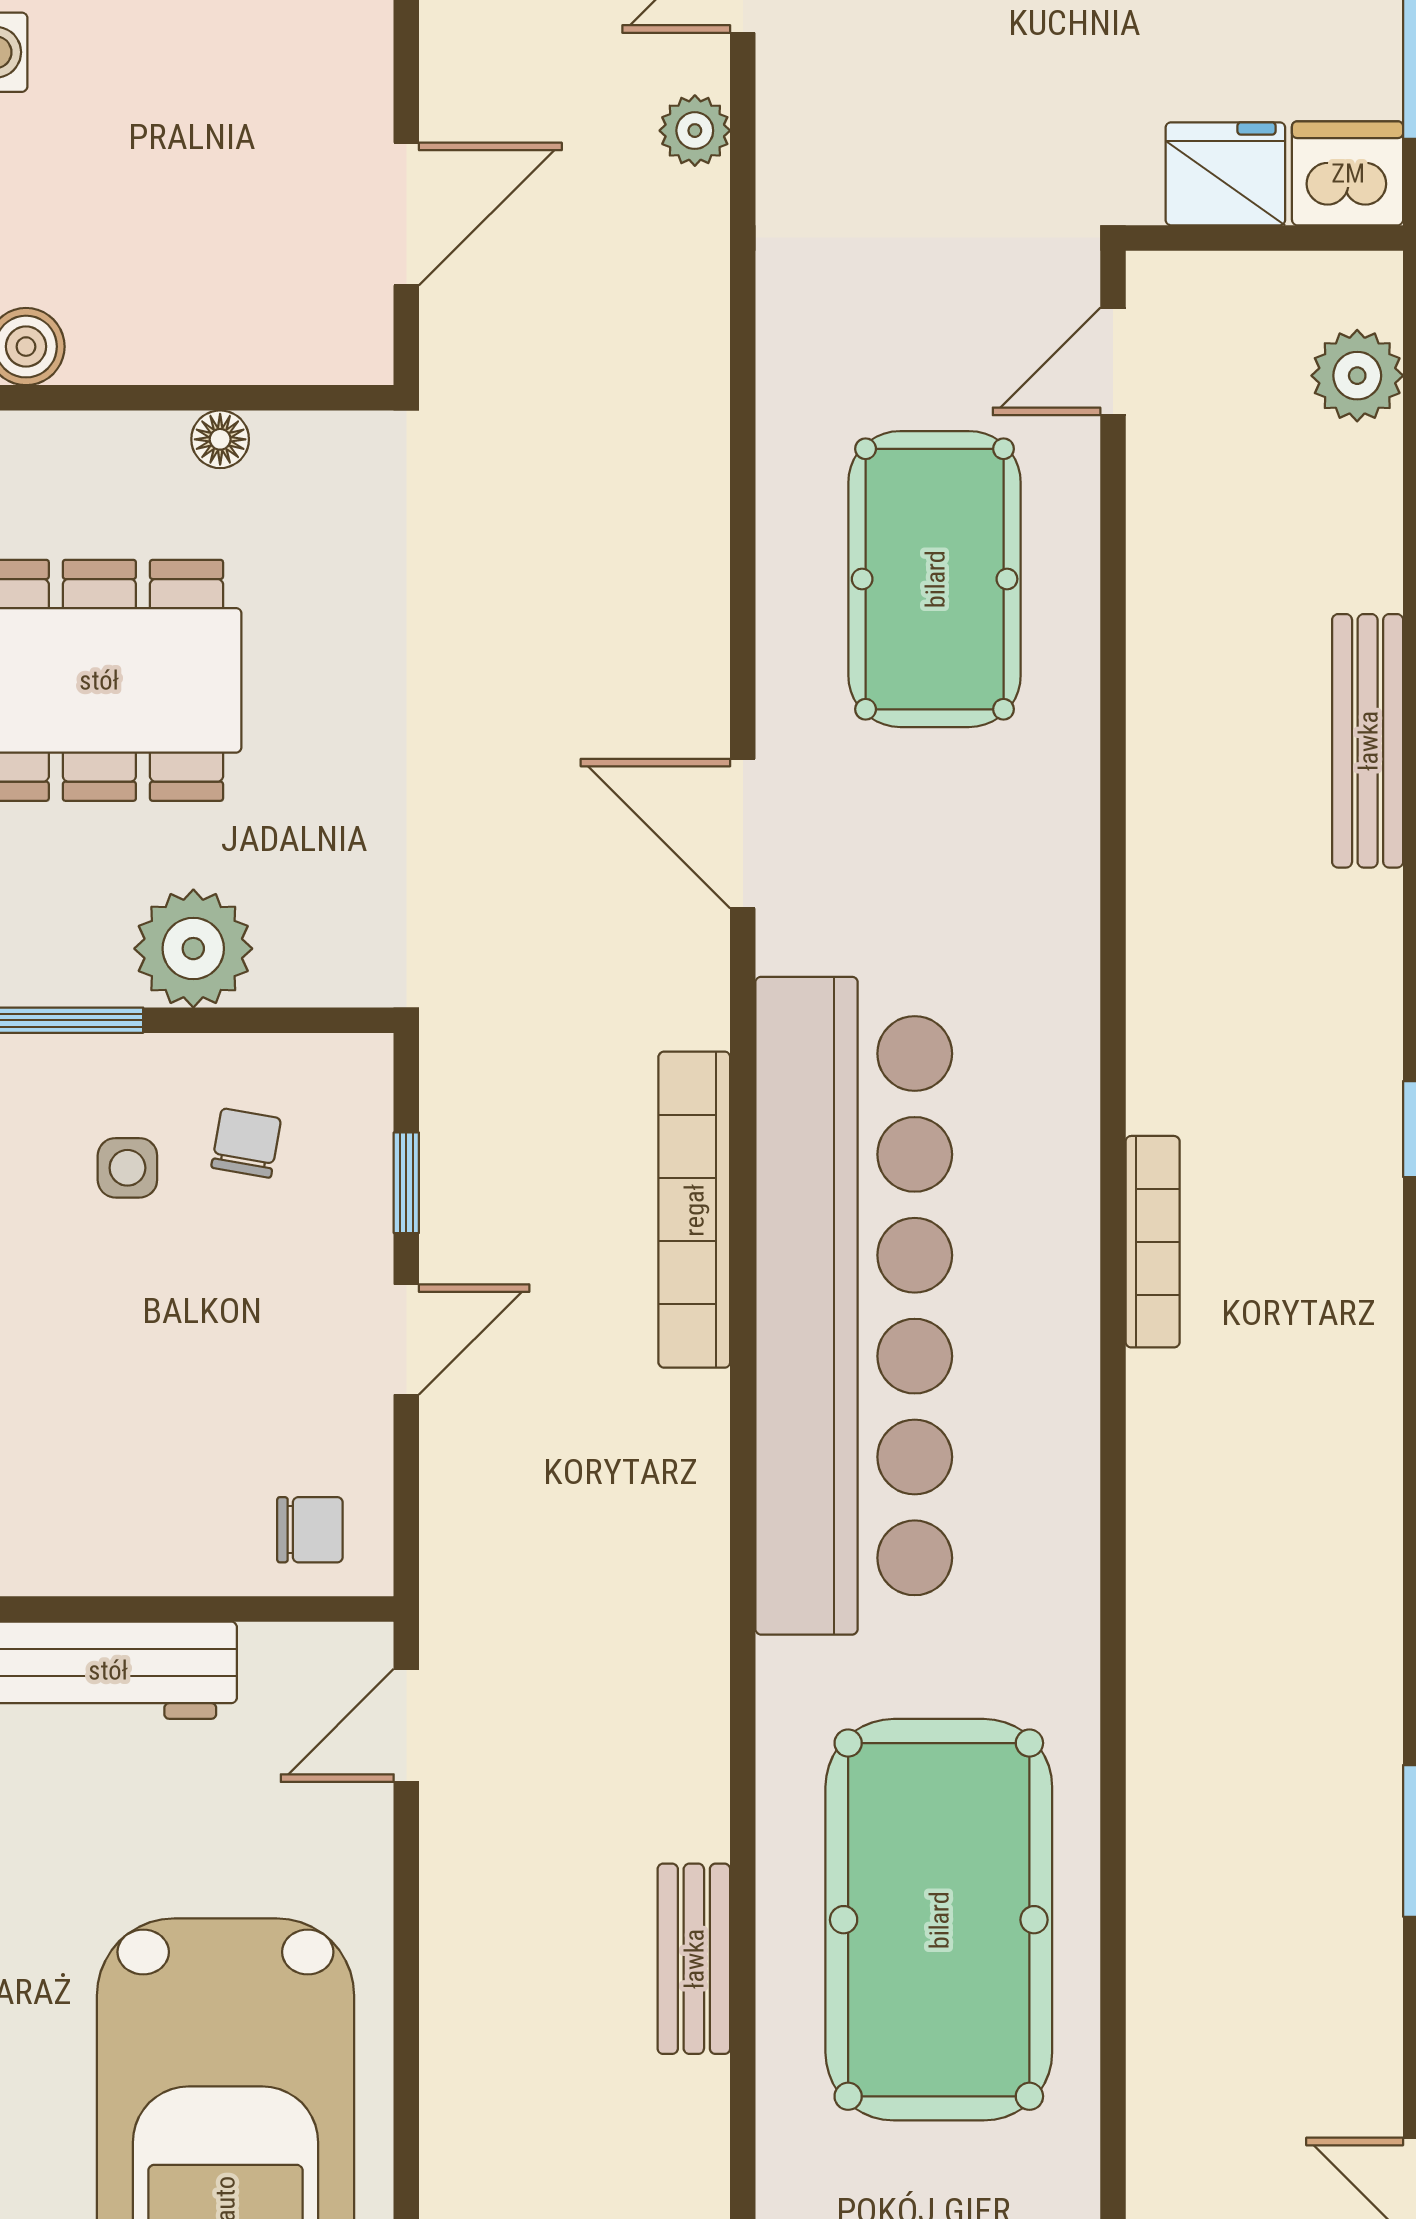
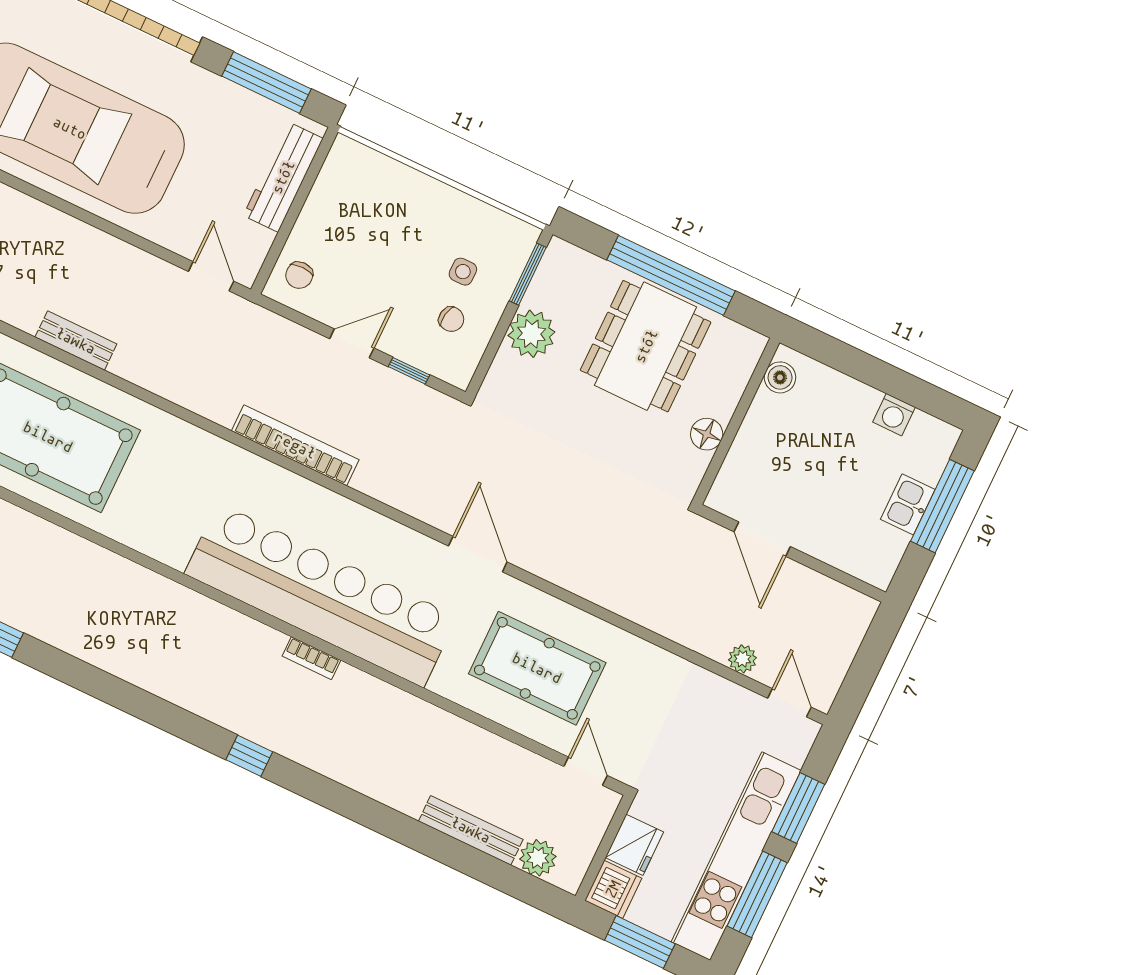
floor lamp: (220, 439) -> (707, 434), width x1.37, depth x1.37
bench: (1368, 741) -> (471, 830), moved
door: (743, 834) -> (478, 554), hinge flipped
bookcase: (694, 1210) -> (295, 445), moved
bookcase: (1153, 1242) -> (311, 658), moved, width x0.64
bar counter: (854, 1306) -> (321, 595), moved, turned 180
door: (406, 1339) -> (352, 343), swing flipped

